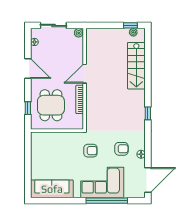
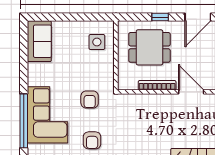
window: (28, 108) -> (160, 17), moved
side table: (47, 145) -> (97, 42), added
sofa: (52, 189) -> (39, 41), width x0.73

